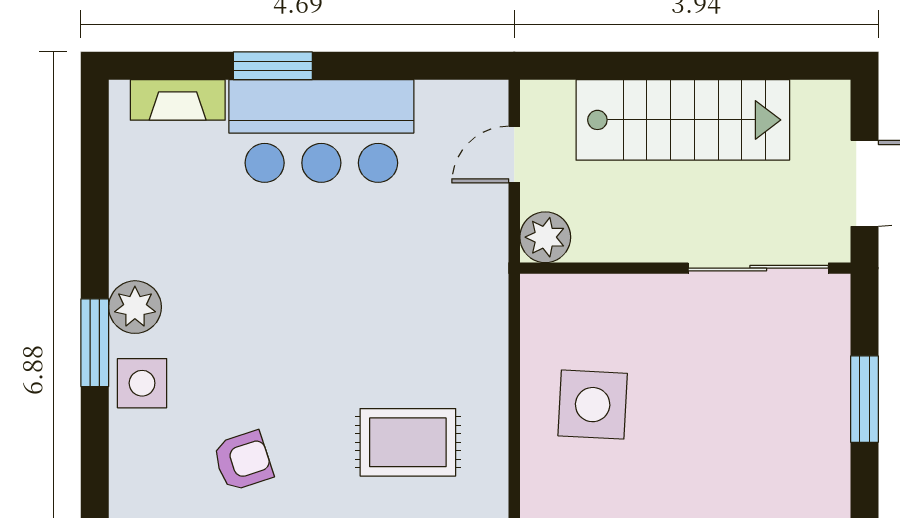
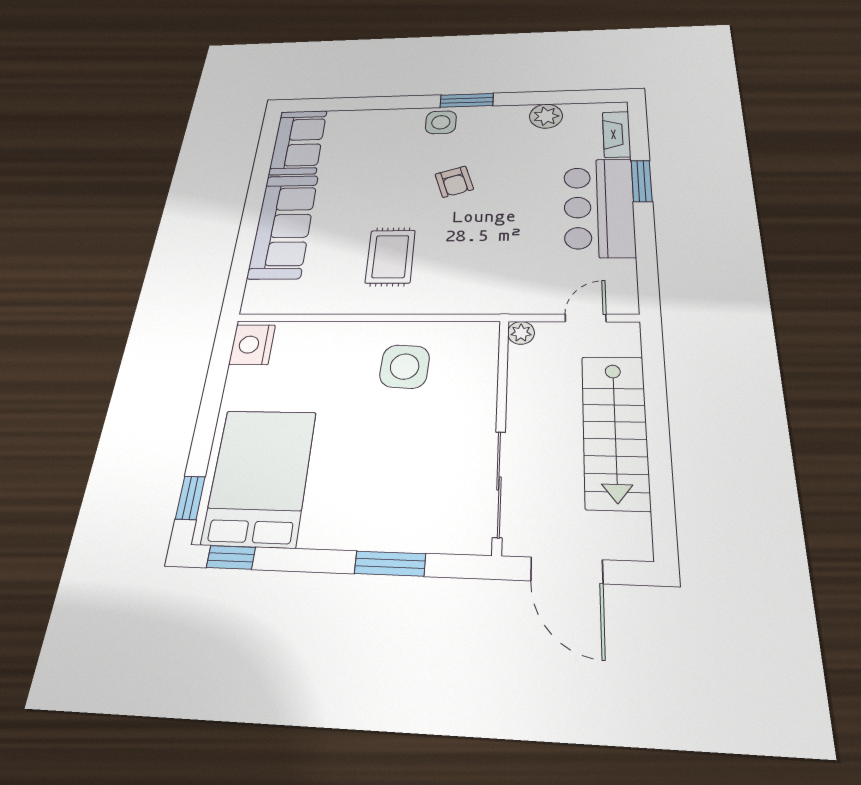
door: (514, 155) -> (586, 318), hinge flipped
plant: (545, 237) -> (521, 333), width x0.73, depth x0.73
plant: (135, 307) -> (546, 116), moved
armchair: (243, 461) -> (454, 182), moved

